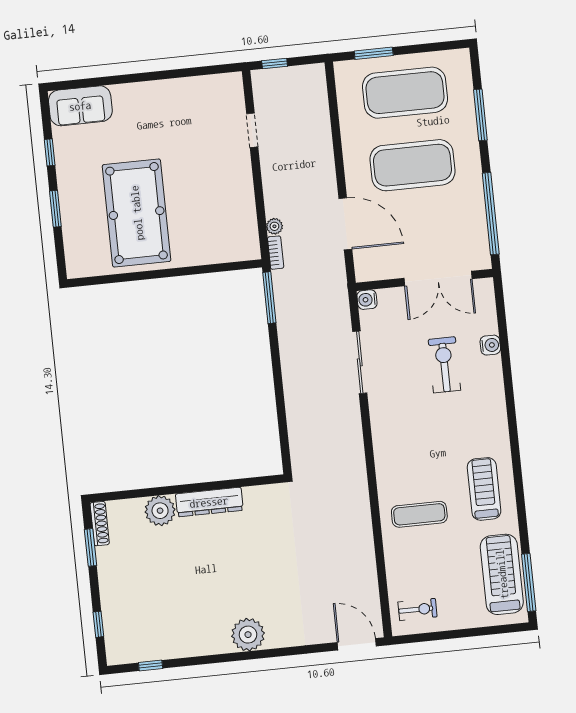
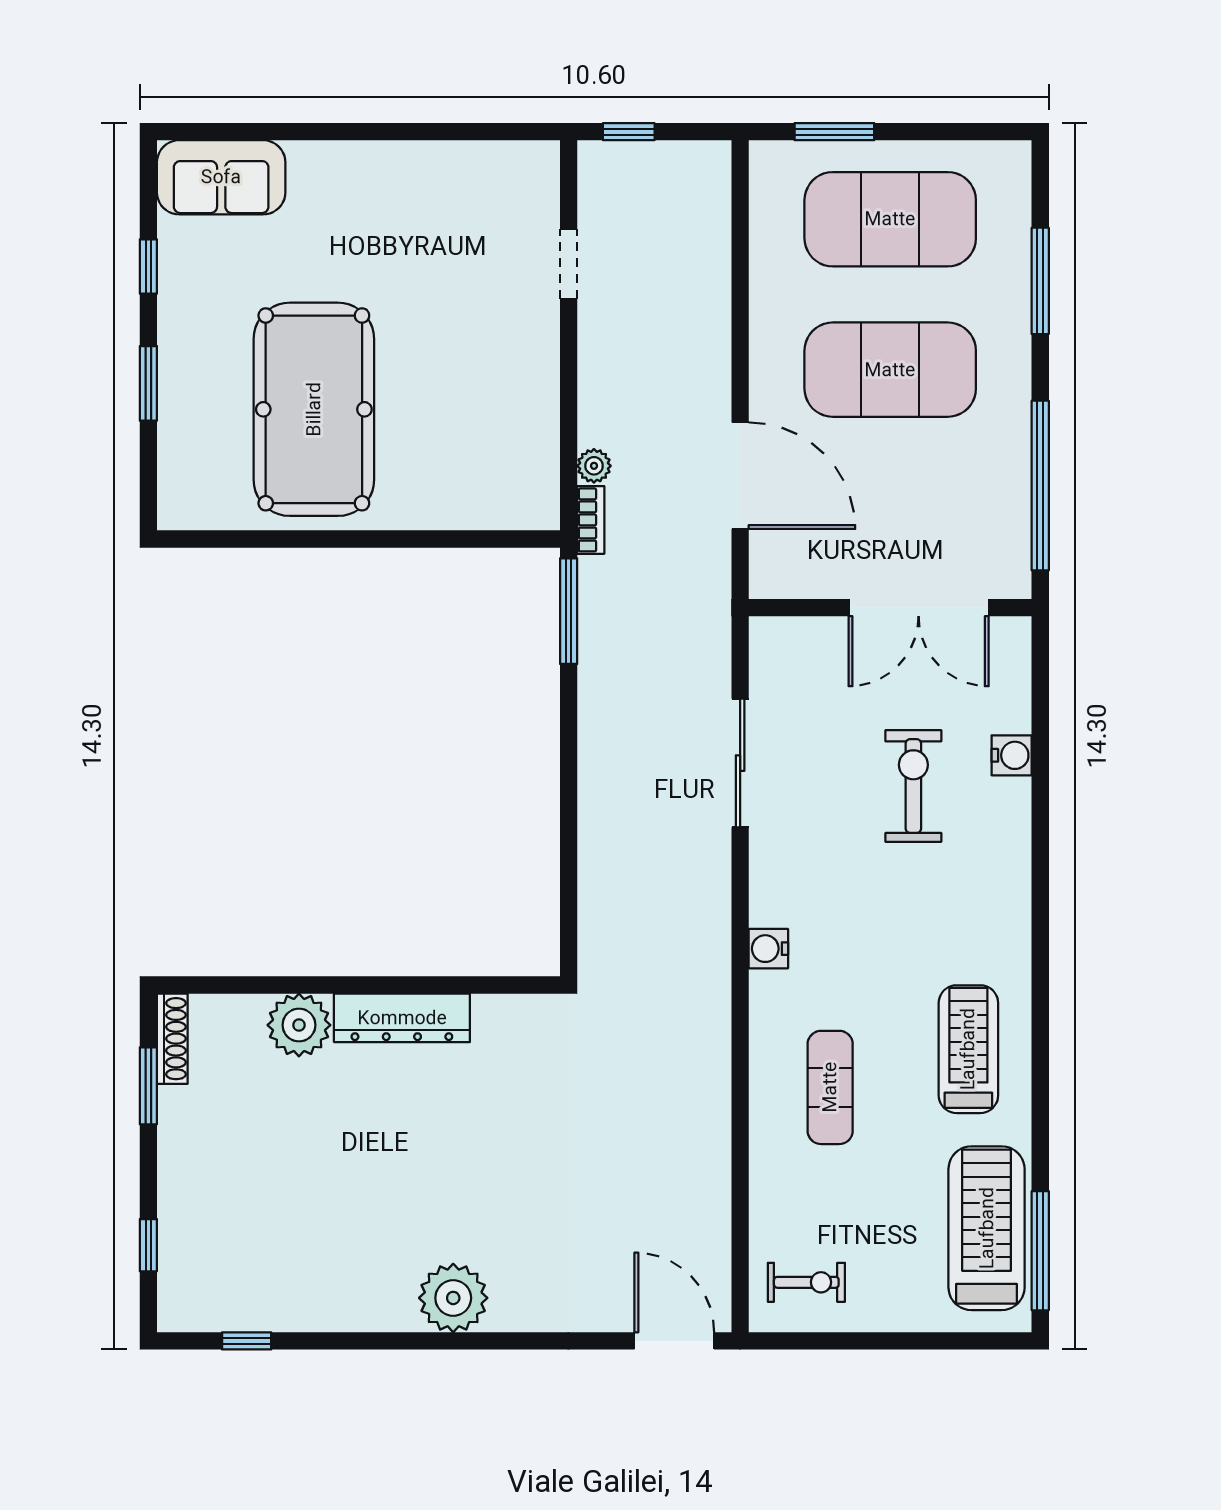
water cooler: (367, 300) -> (768, 949), moved
exercise mat: (419, 514) -> (830, 1087), turned 90

